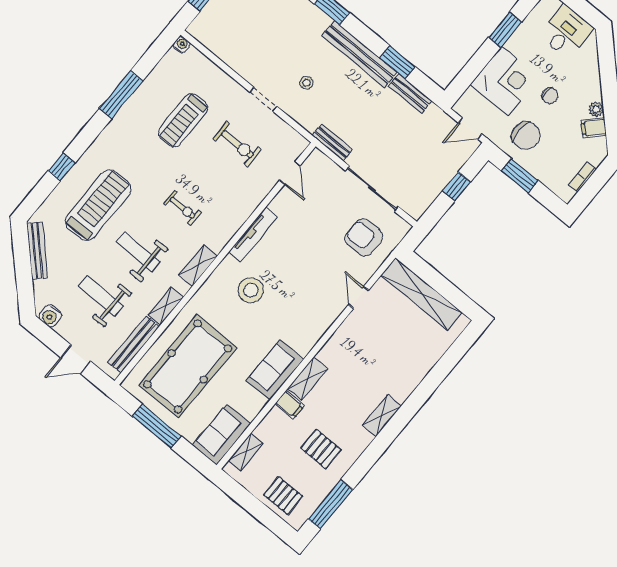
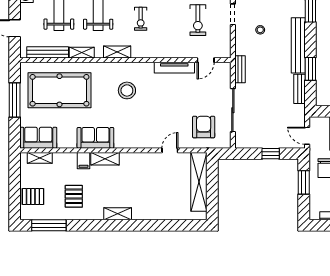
tv unit: (253, 235) -> (174, 68), moved
pallet: (283, 496) -> (33, 197), turned 90

